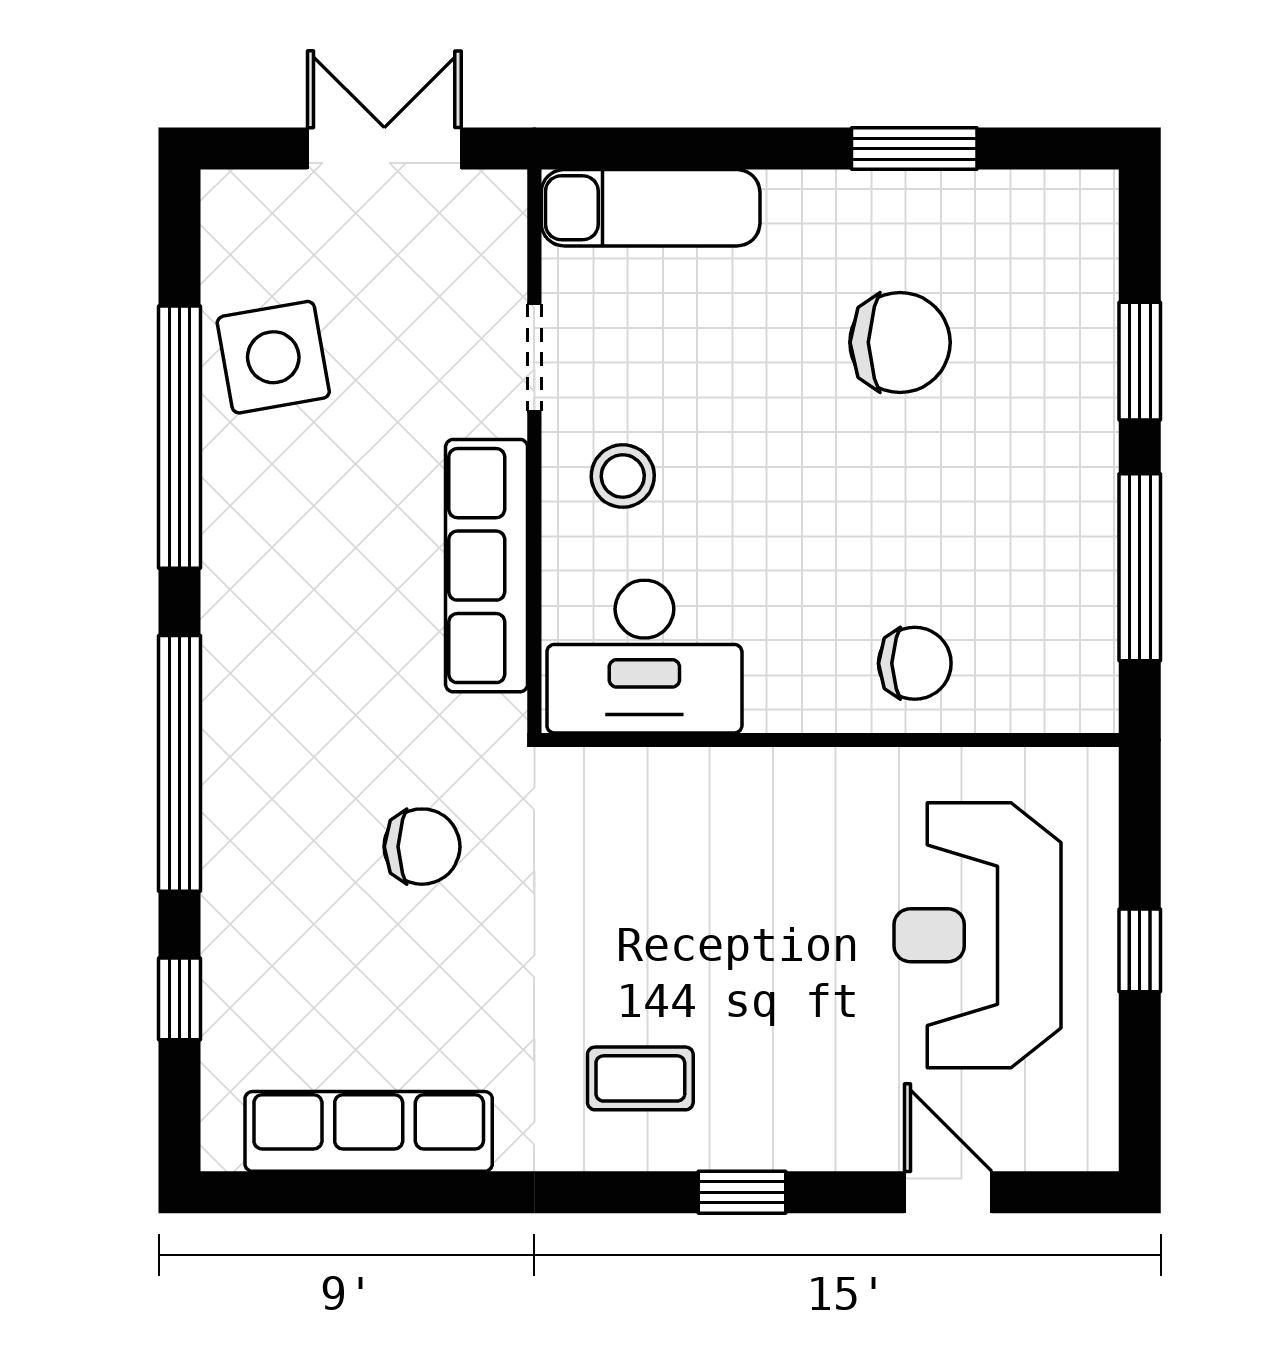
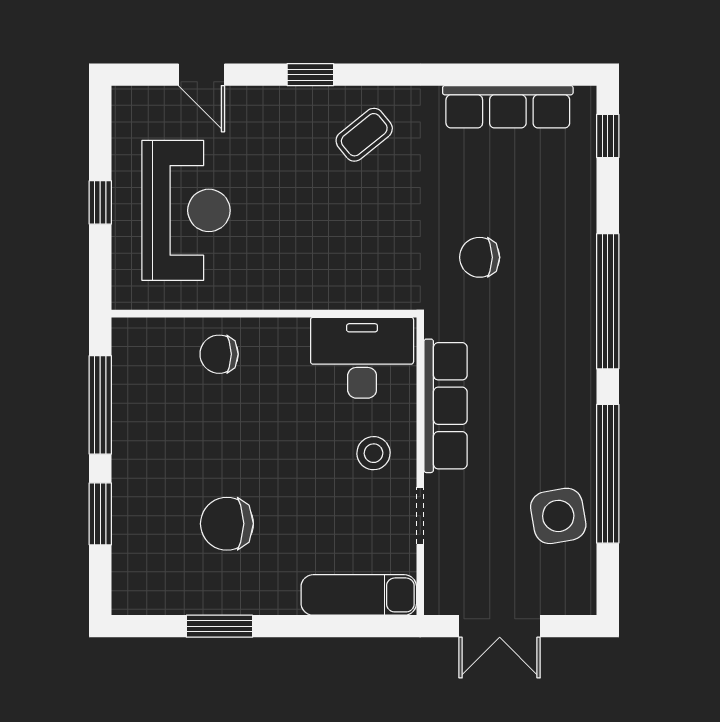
window: (180, 999) -> (608, 136), moved
coffee table: (640, 1078) -> (364, 135), turned -39

